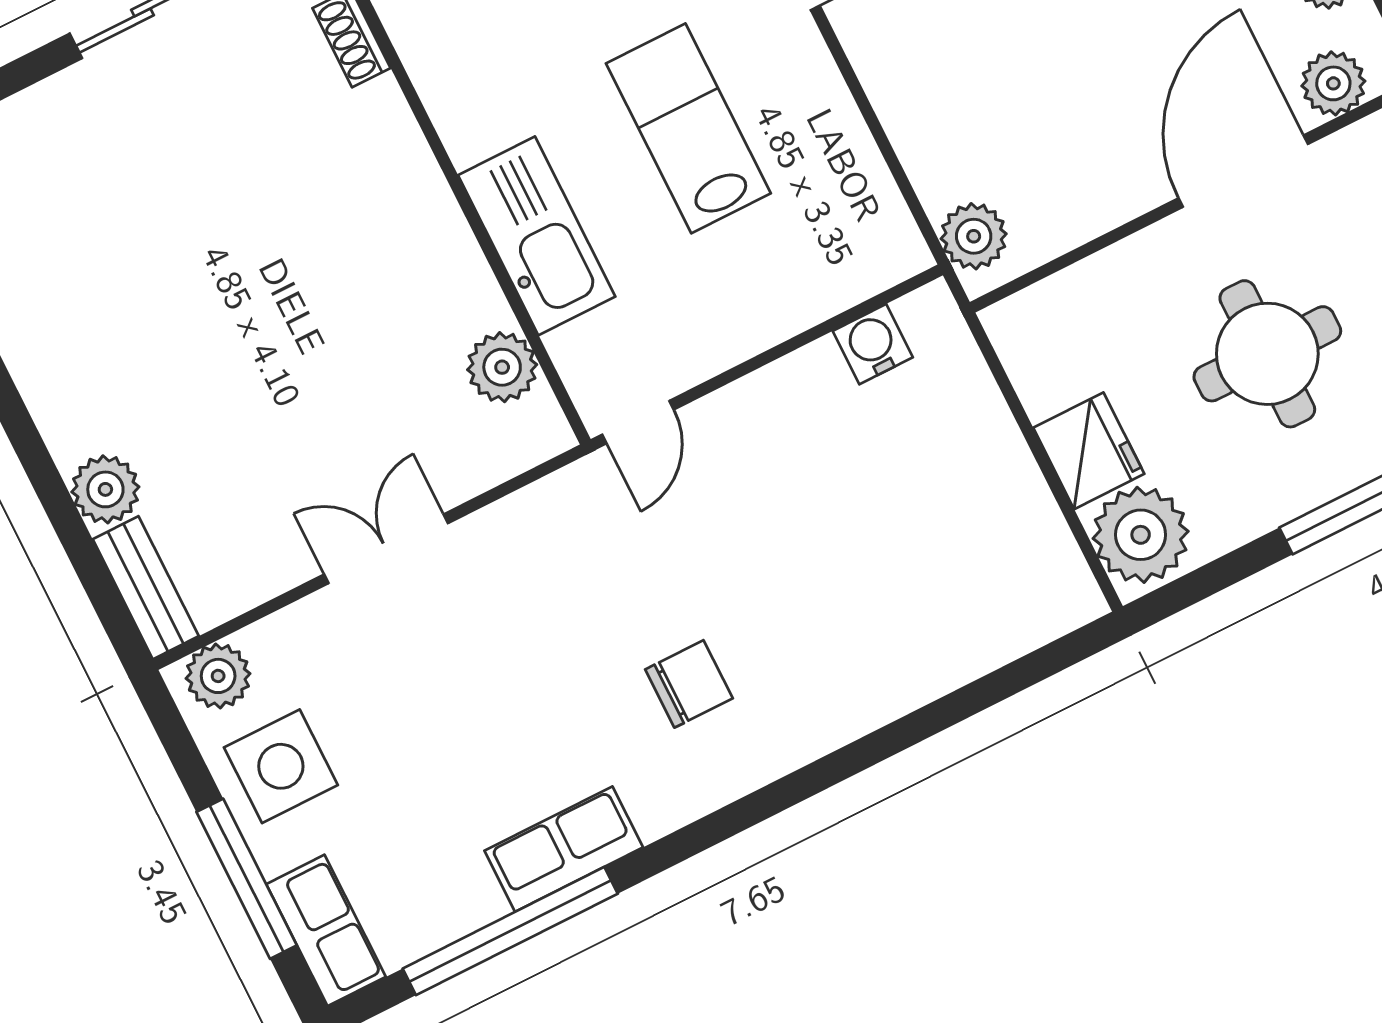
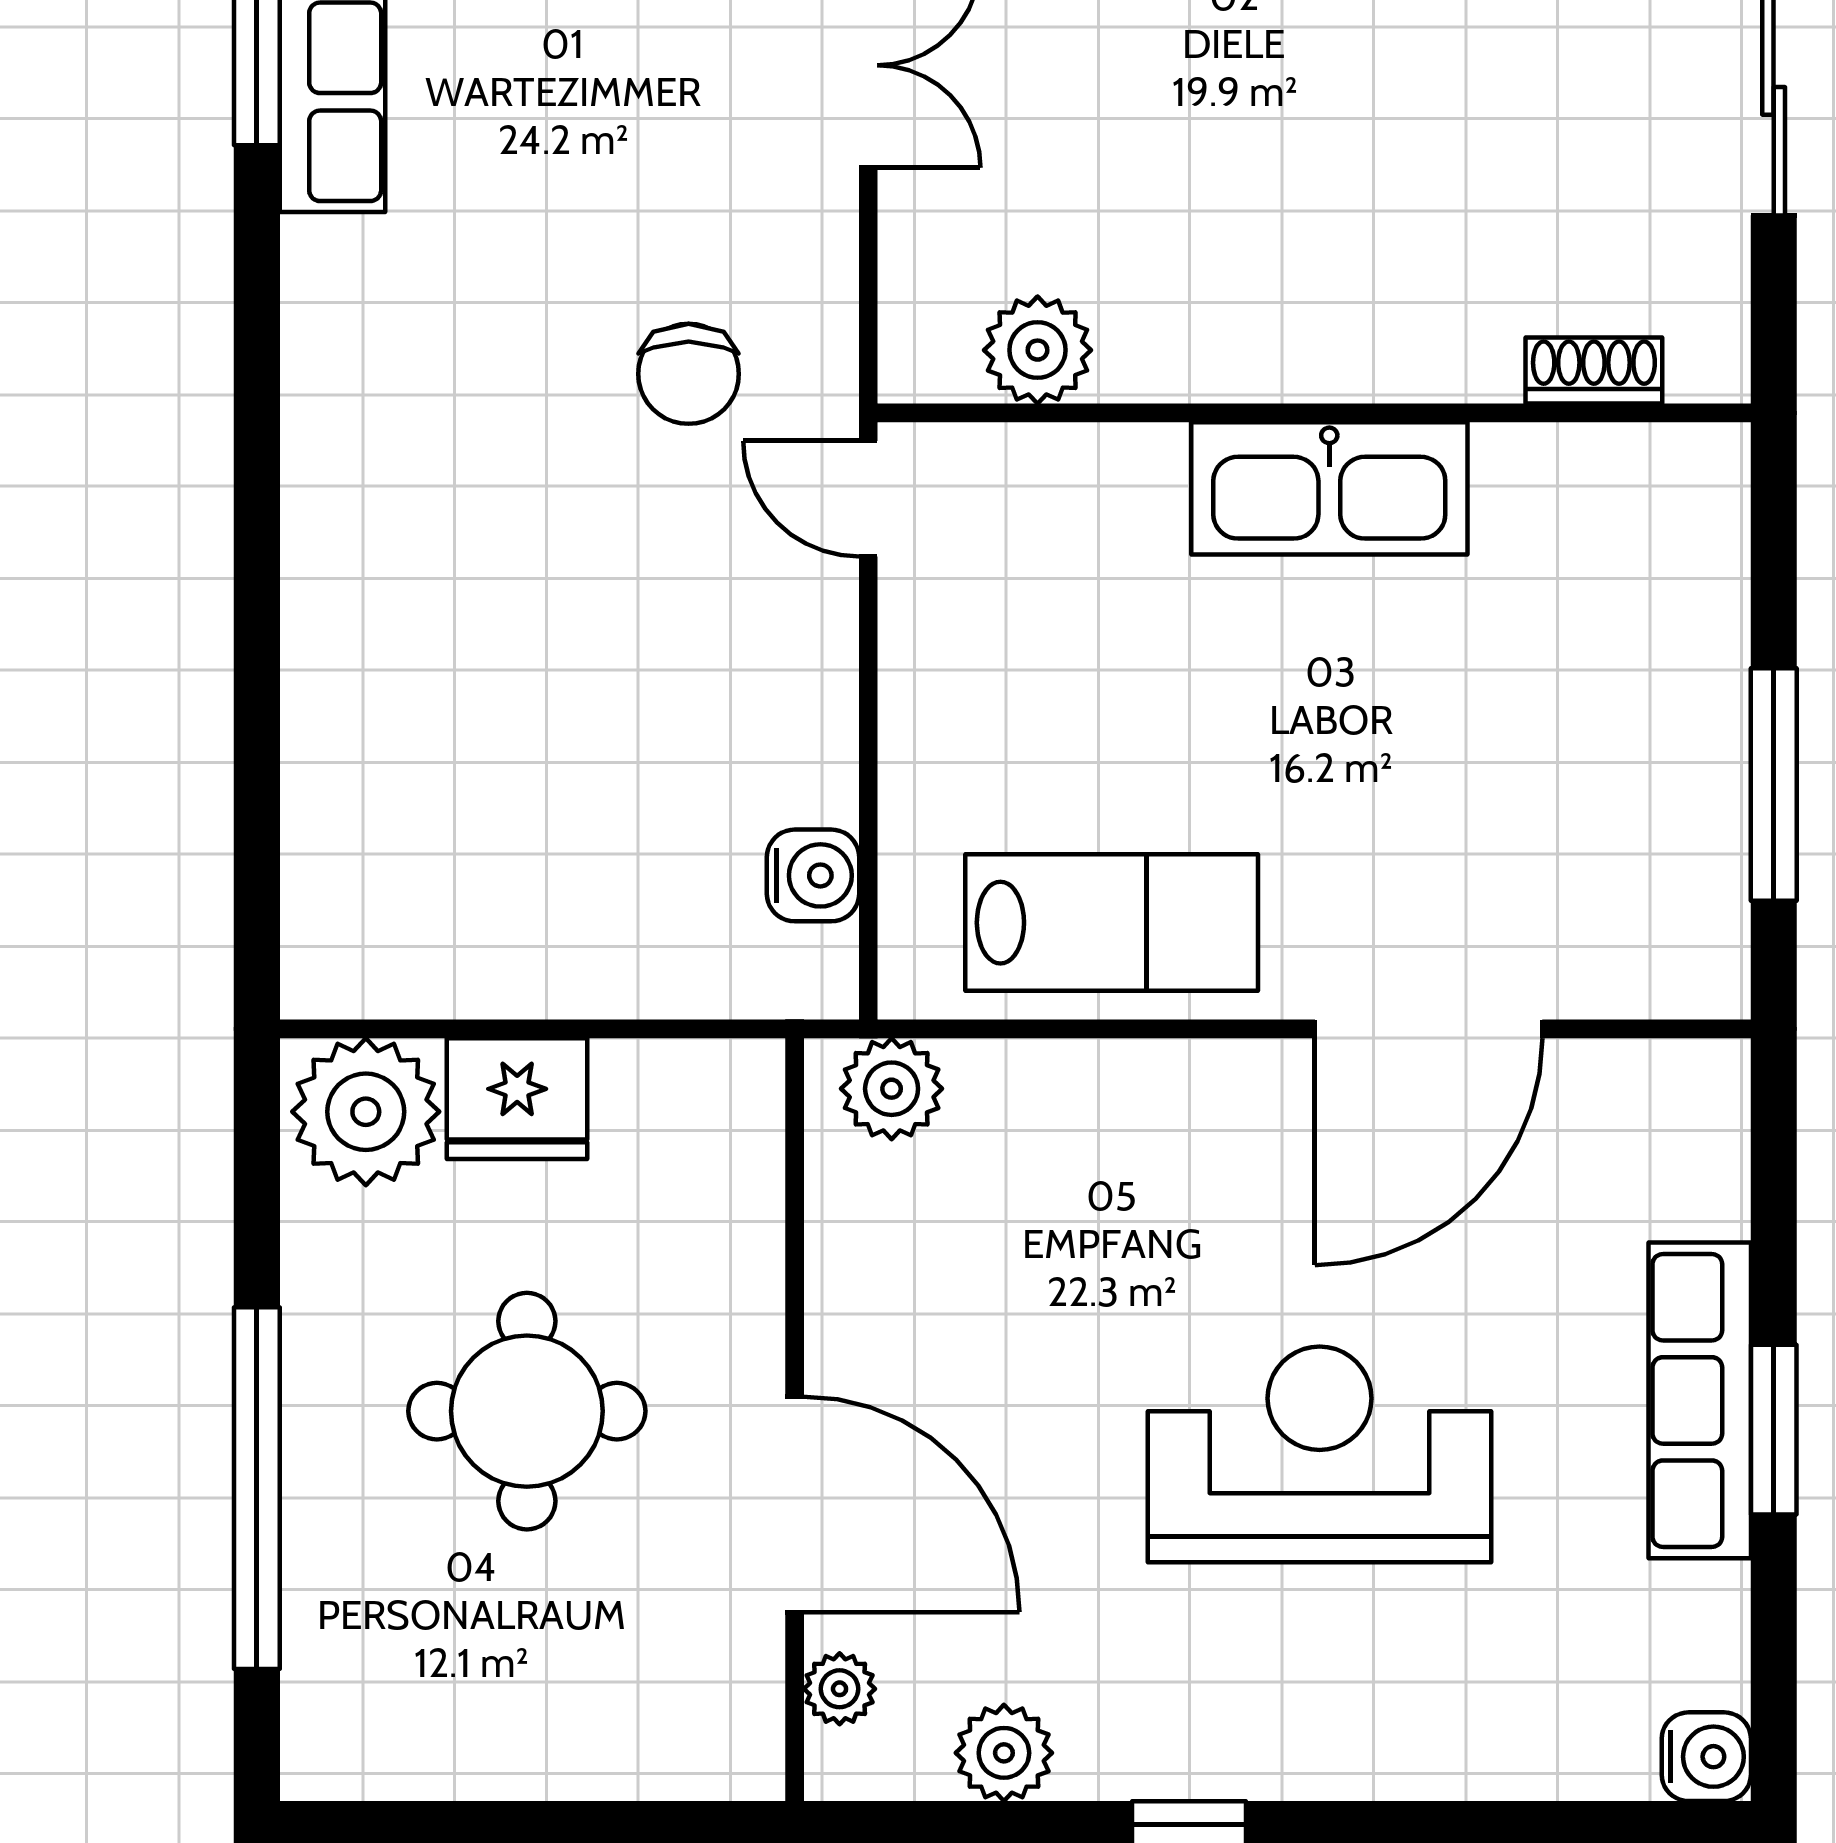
plant: (1333, 83) -> (840, 1689), width x0.73, depth x0.73
lab bench: (688, 128) -> (1112, 923), moved
kitchen sink: (537, 236) -> (1329, 488), moved
chair: (689, 684) -> (689, 374), moved

